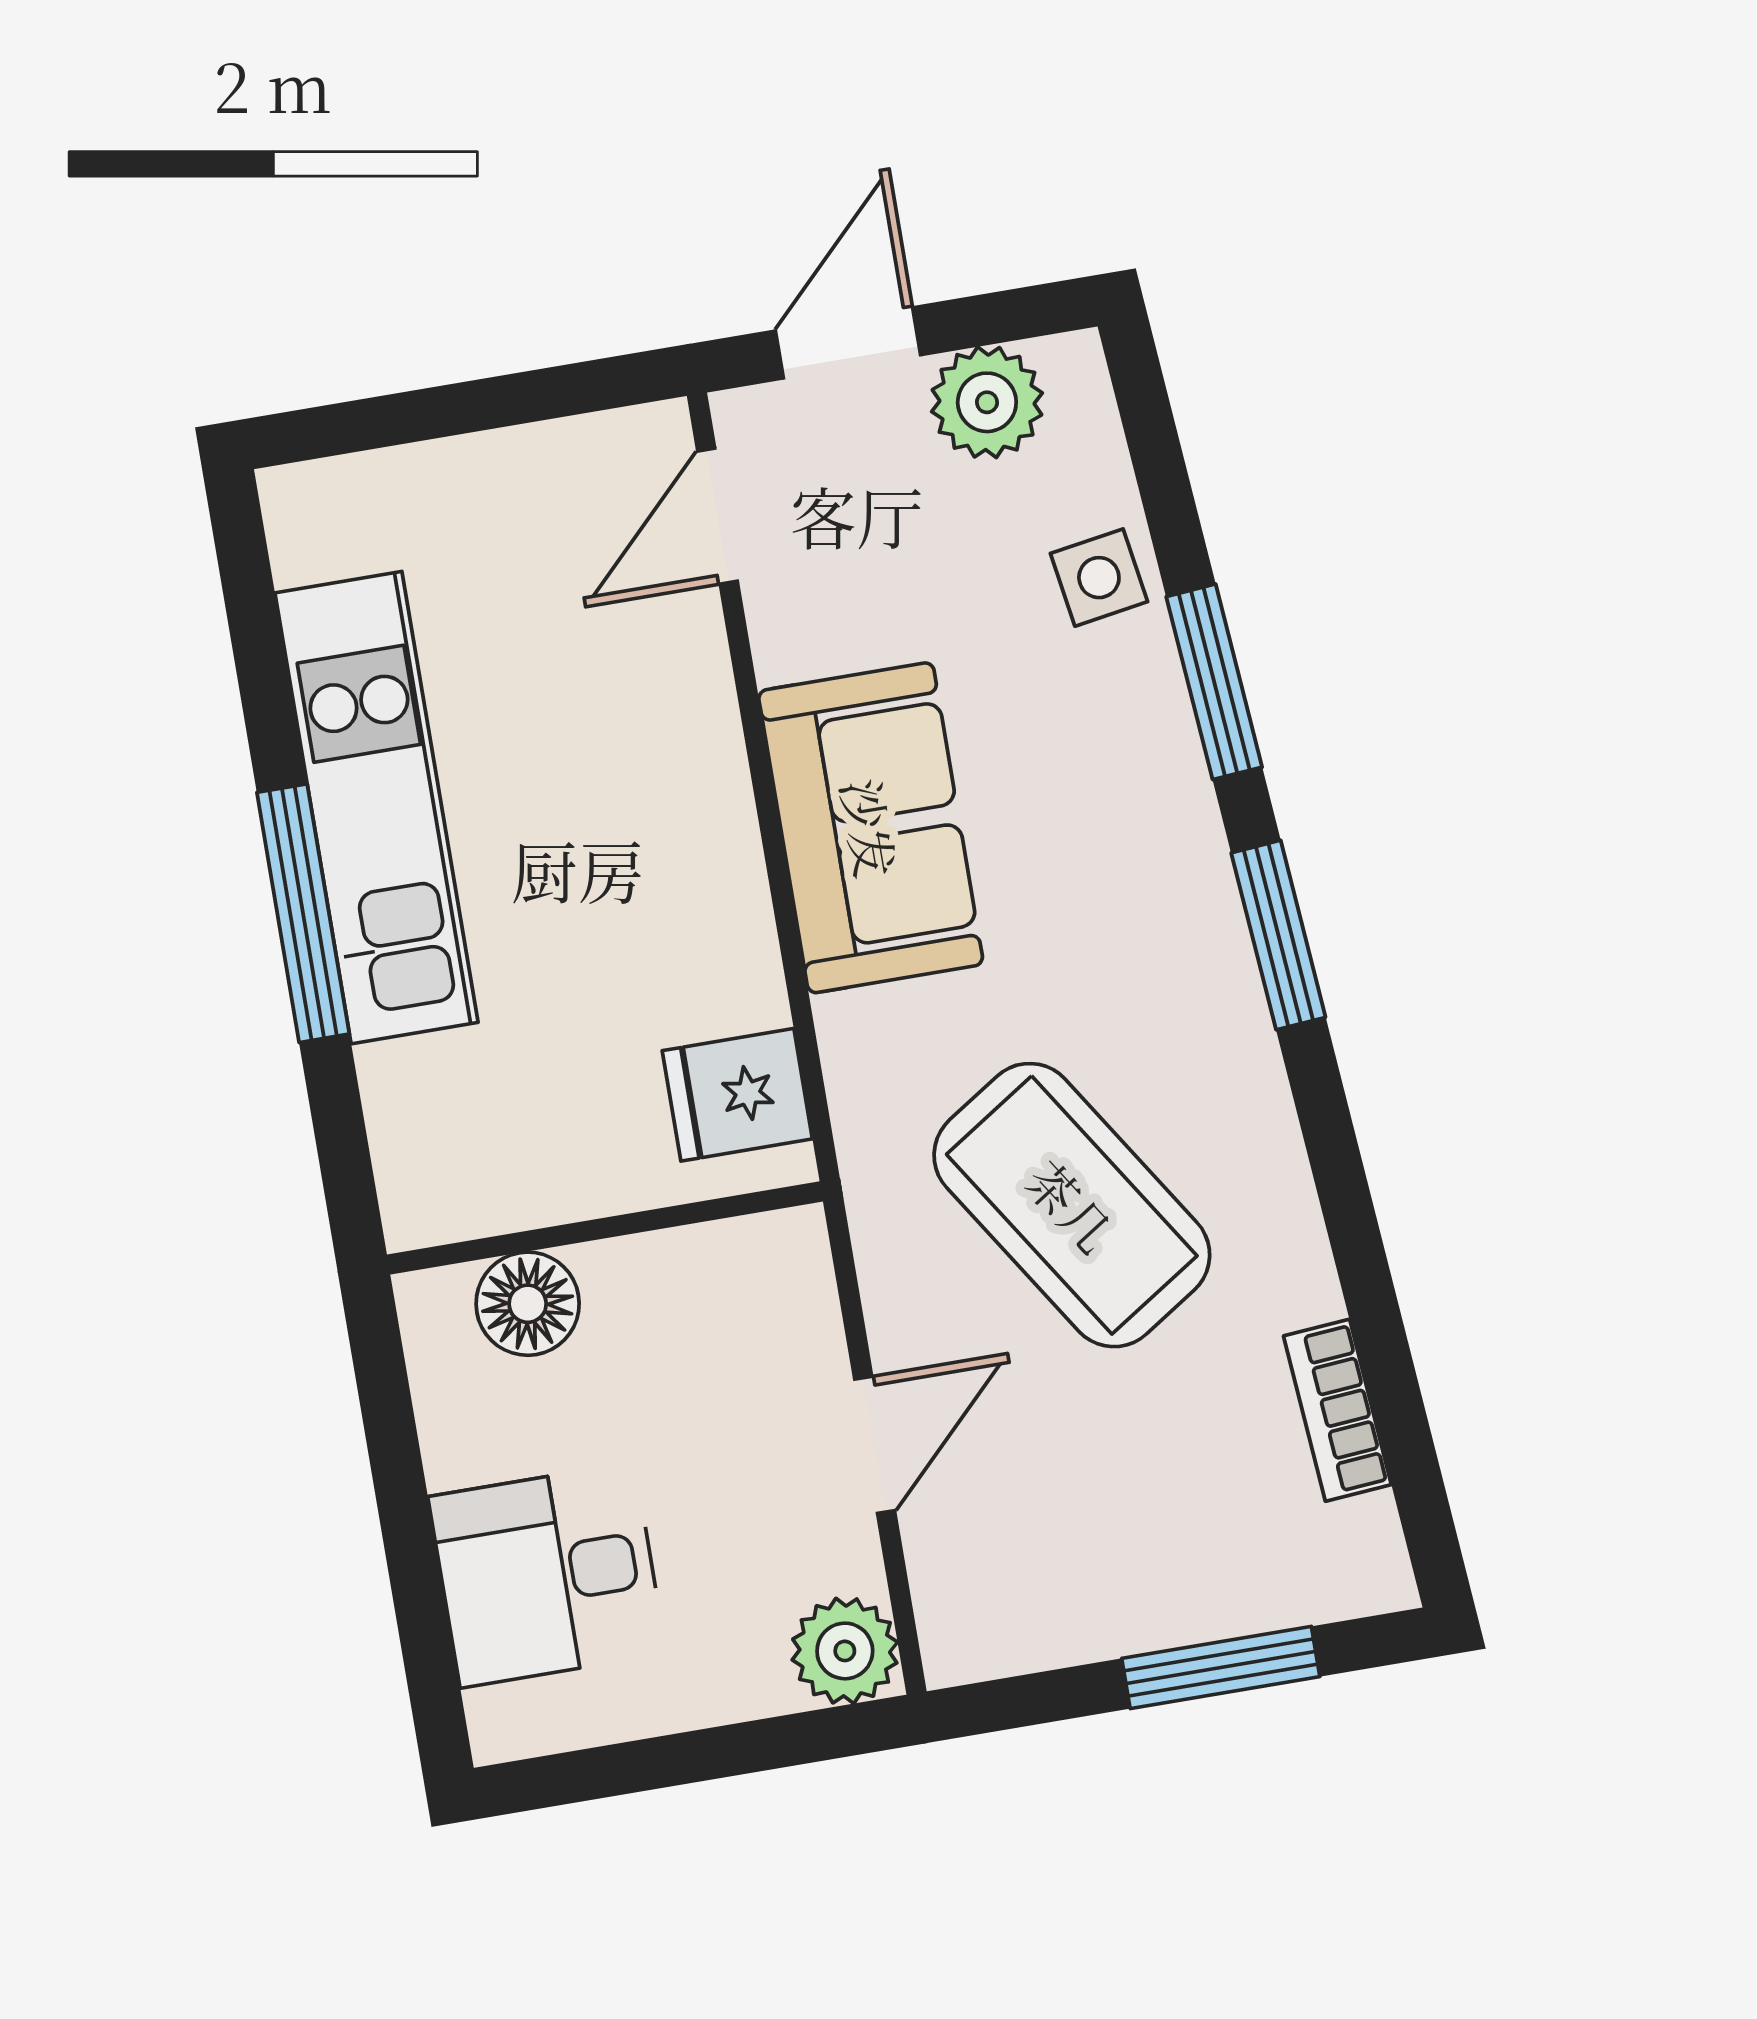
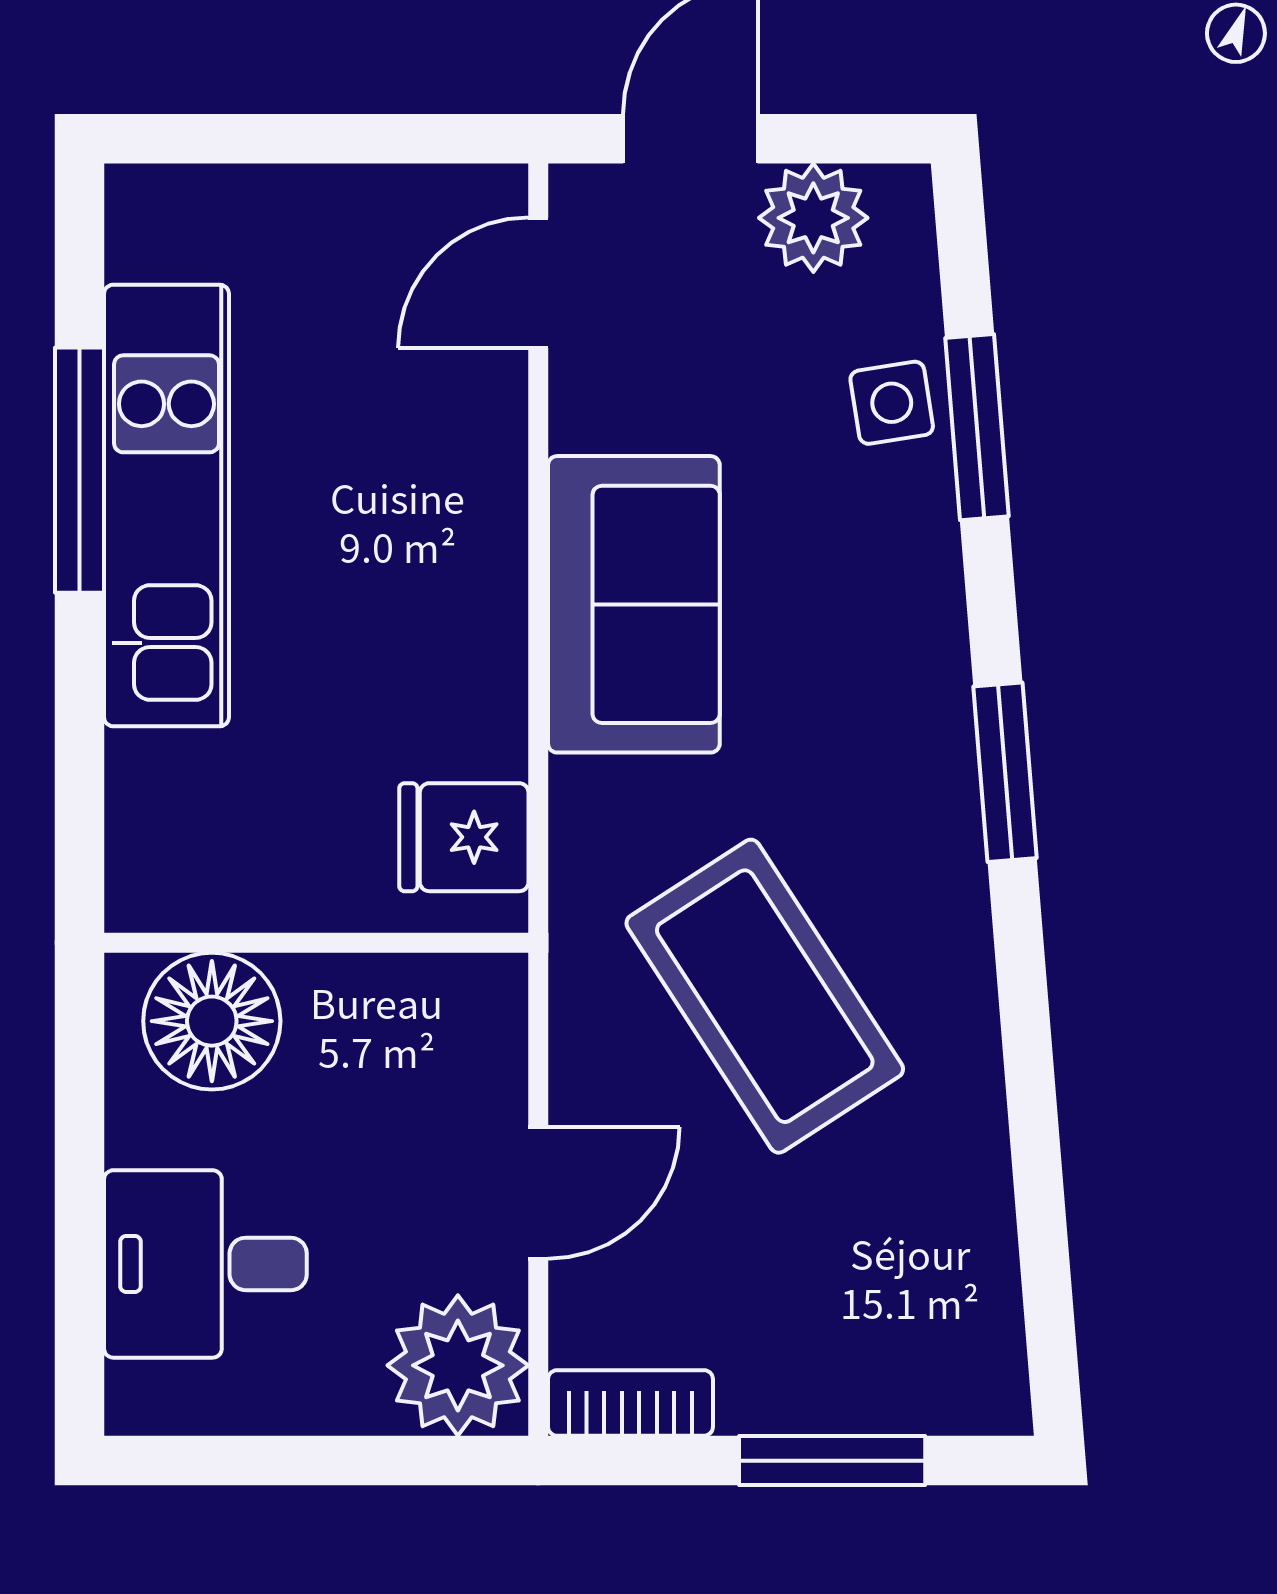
window: (1214, 682) -> (977, 427), moved
window: (303, 913) -> (80, 470), moved
floor lamp: (528, 1304) -> (212, 1021), width x1.38, depth x1.38
bookcase: (1337, 1410) -> (630, 1403), moved, turned 95
plant: (845, 1651) -> (458, 1365), width x1.36, depth x1.36

